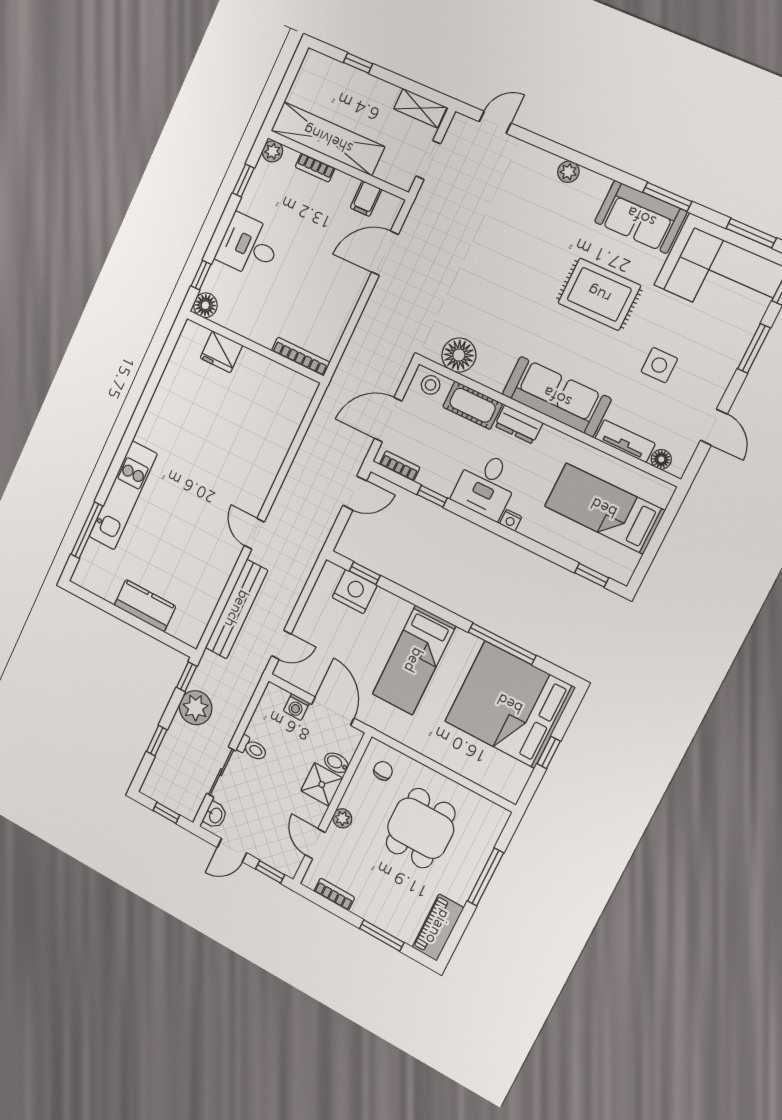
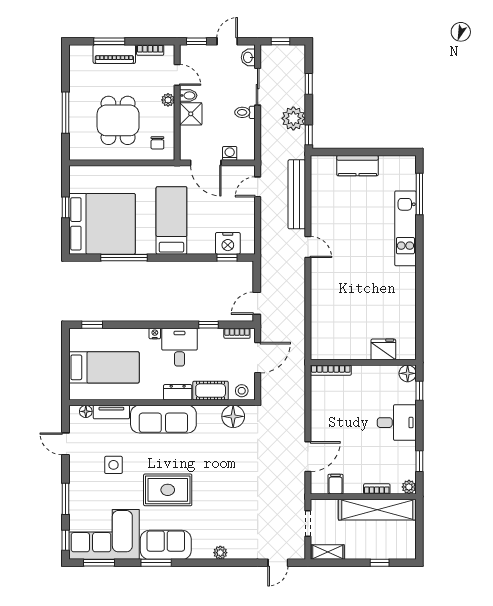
bidet: (336, 763) -> (188, 95), moved
piano: (438, 927) -> (114, 54), moved, turned 90

